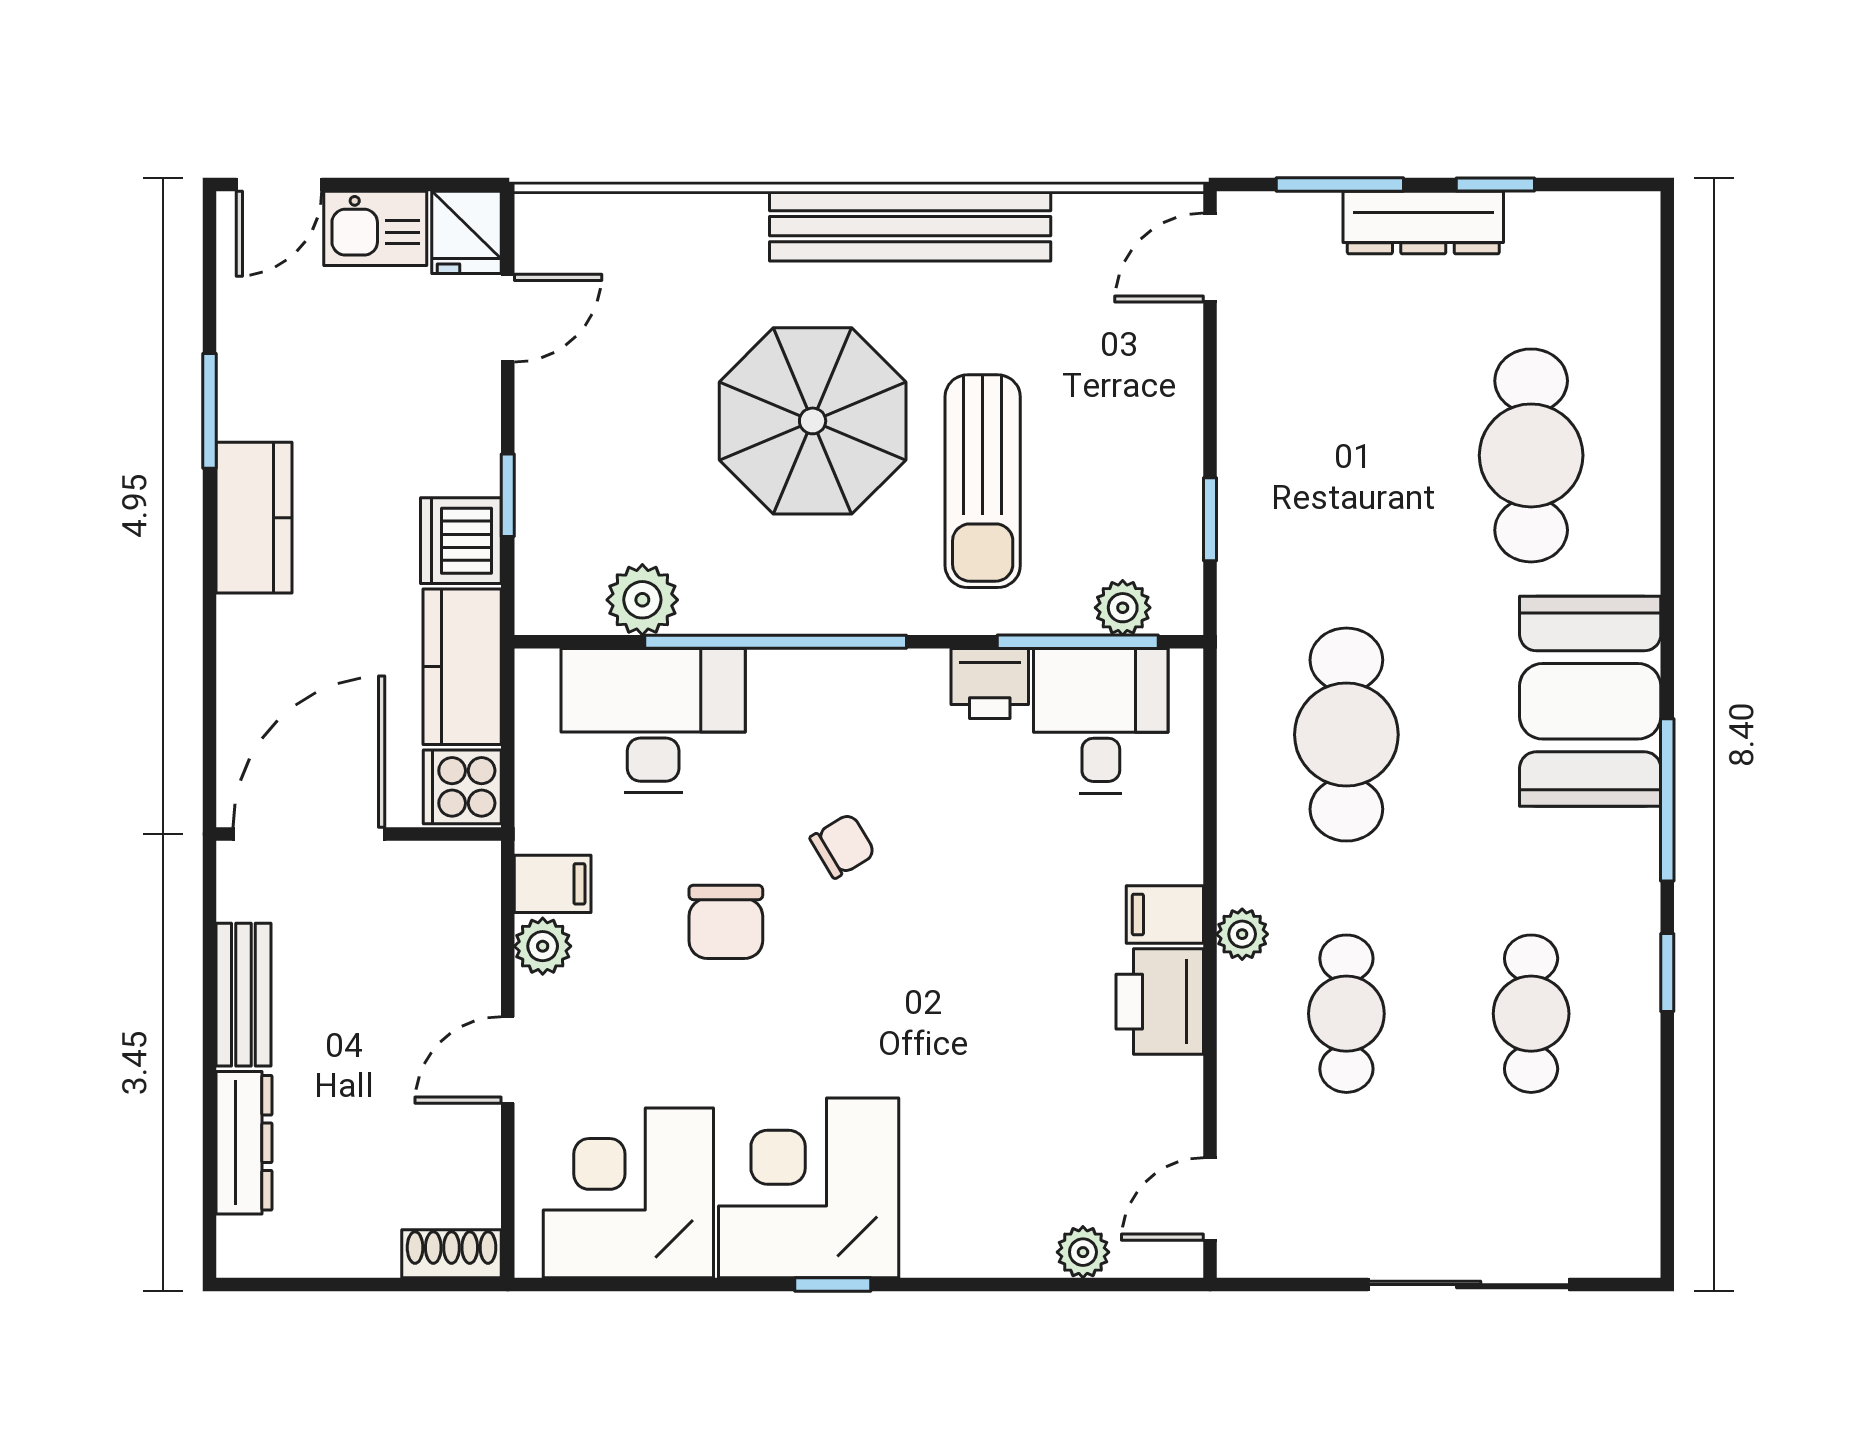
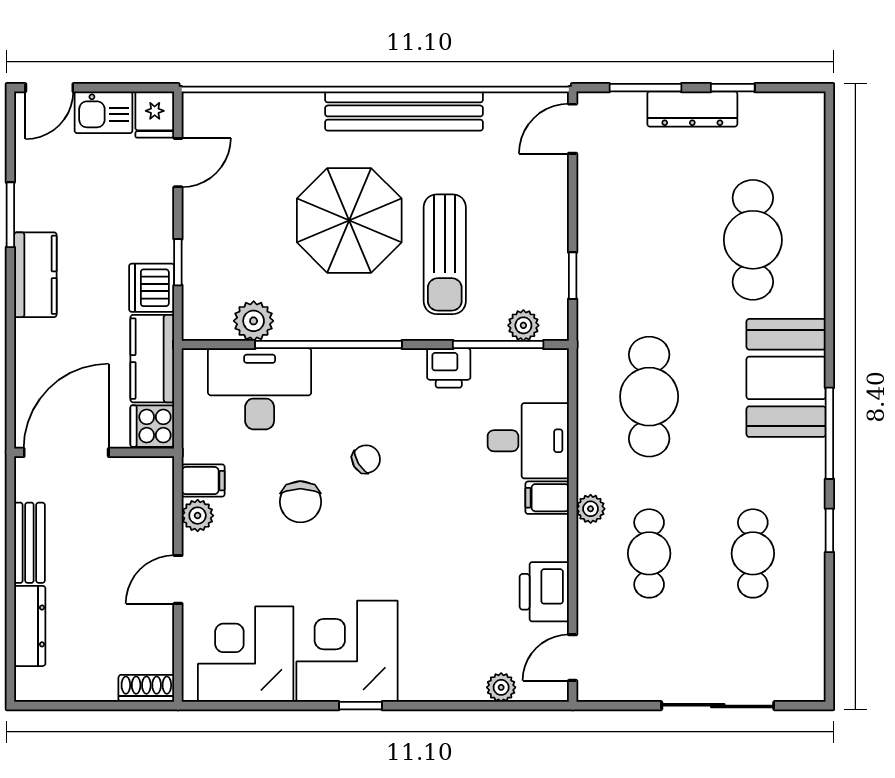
desk: (1101, 721) -> (528, 441), moved, turned 90
printer: (1160, 1002) -> (544, 592), moved

